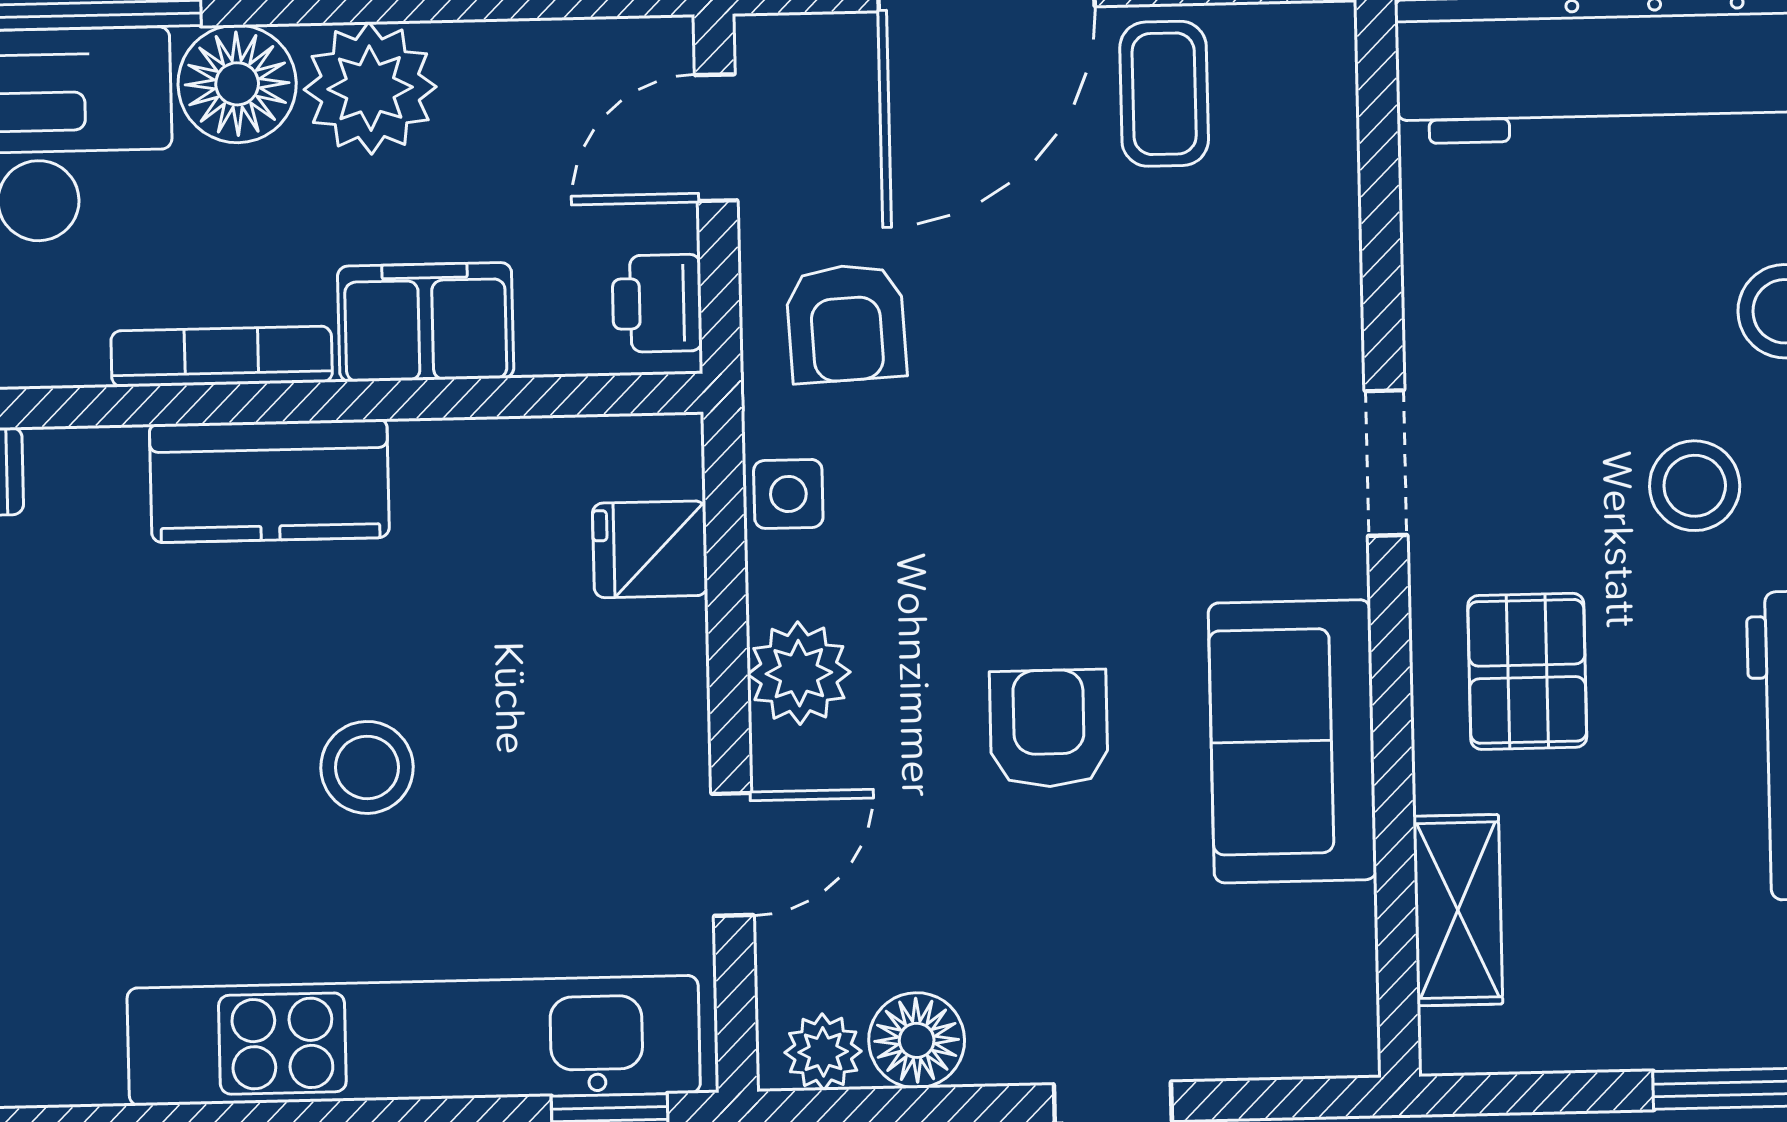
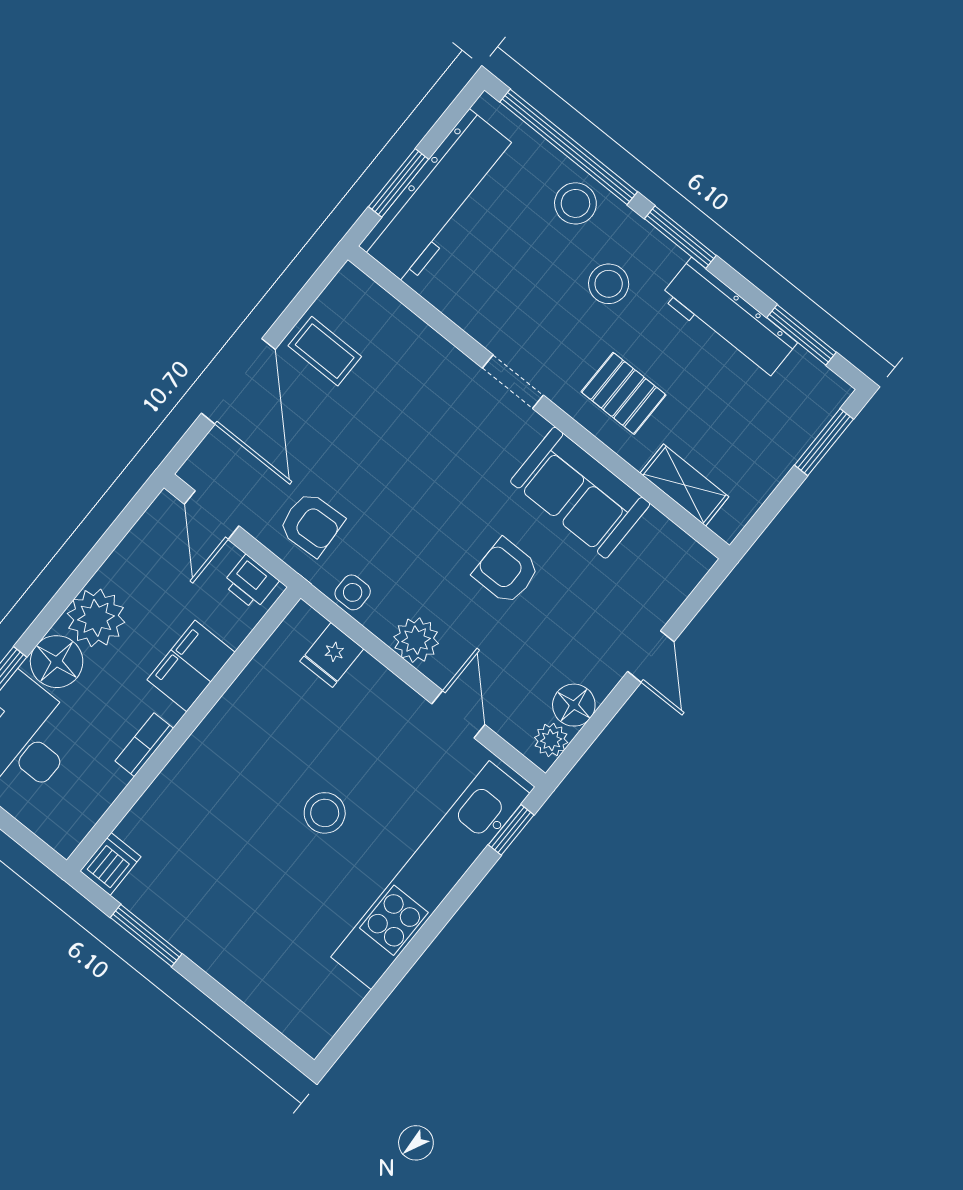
bookcase: (222, 357) -> (144, 745), width x0.64
kitchen counter: (269, 481) -> (200, 764), removed

